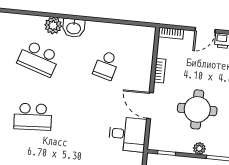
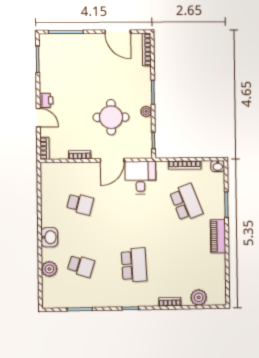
plant: (53, 25) -> (49, 269), moved
school desk: (39, 59) -> (81, 266), width x0.54

